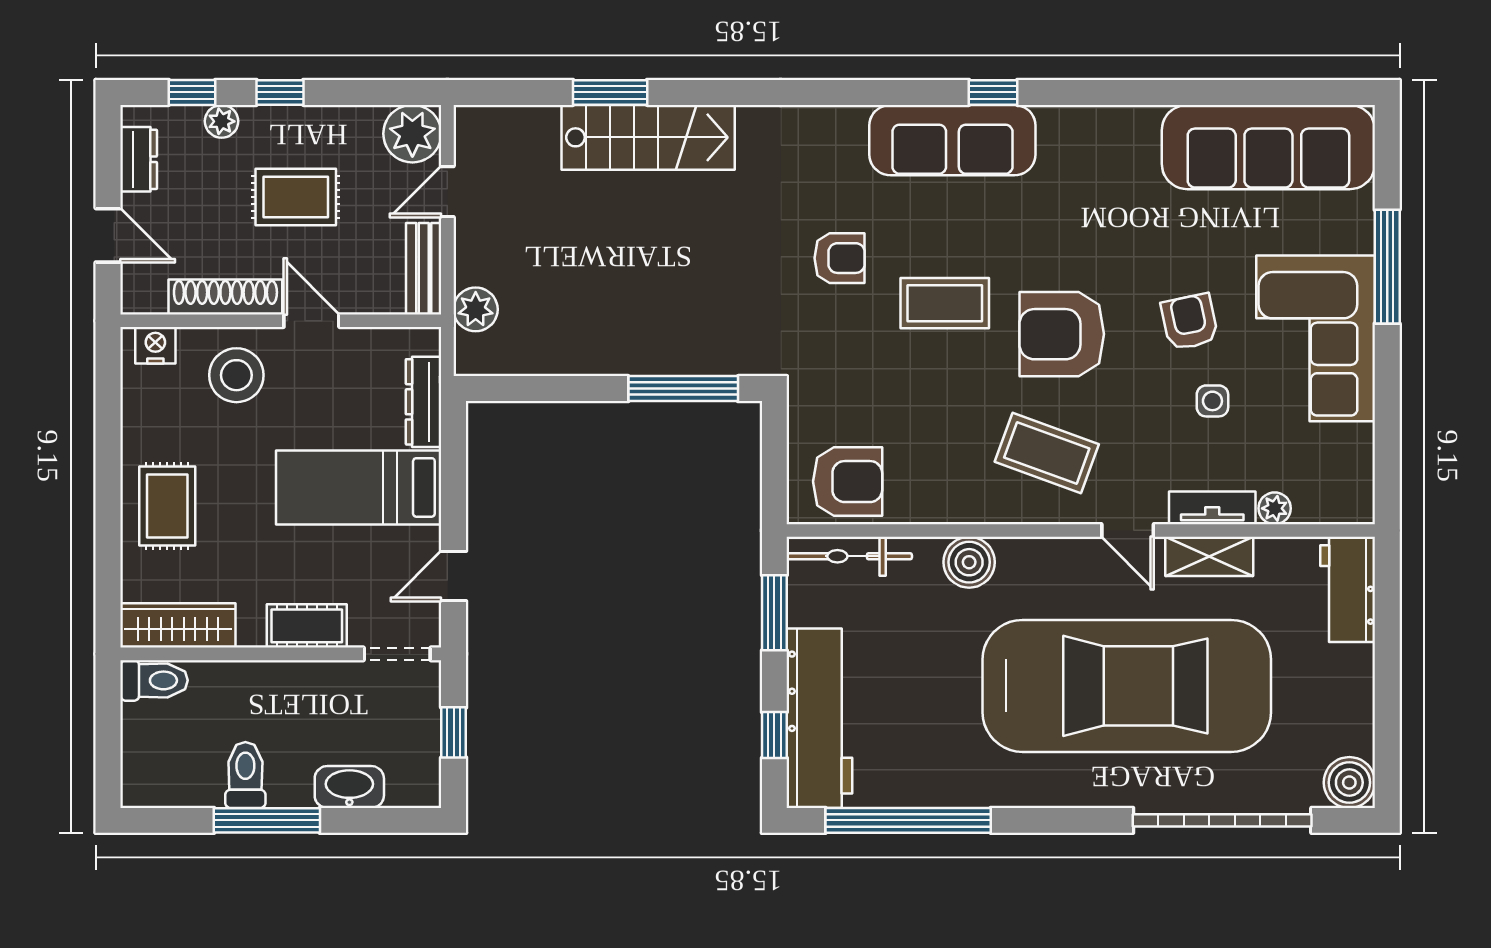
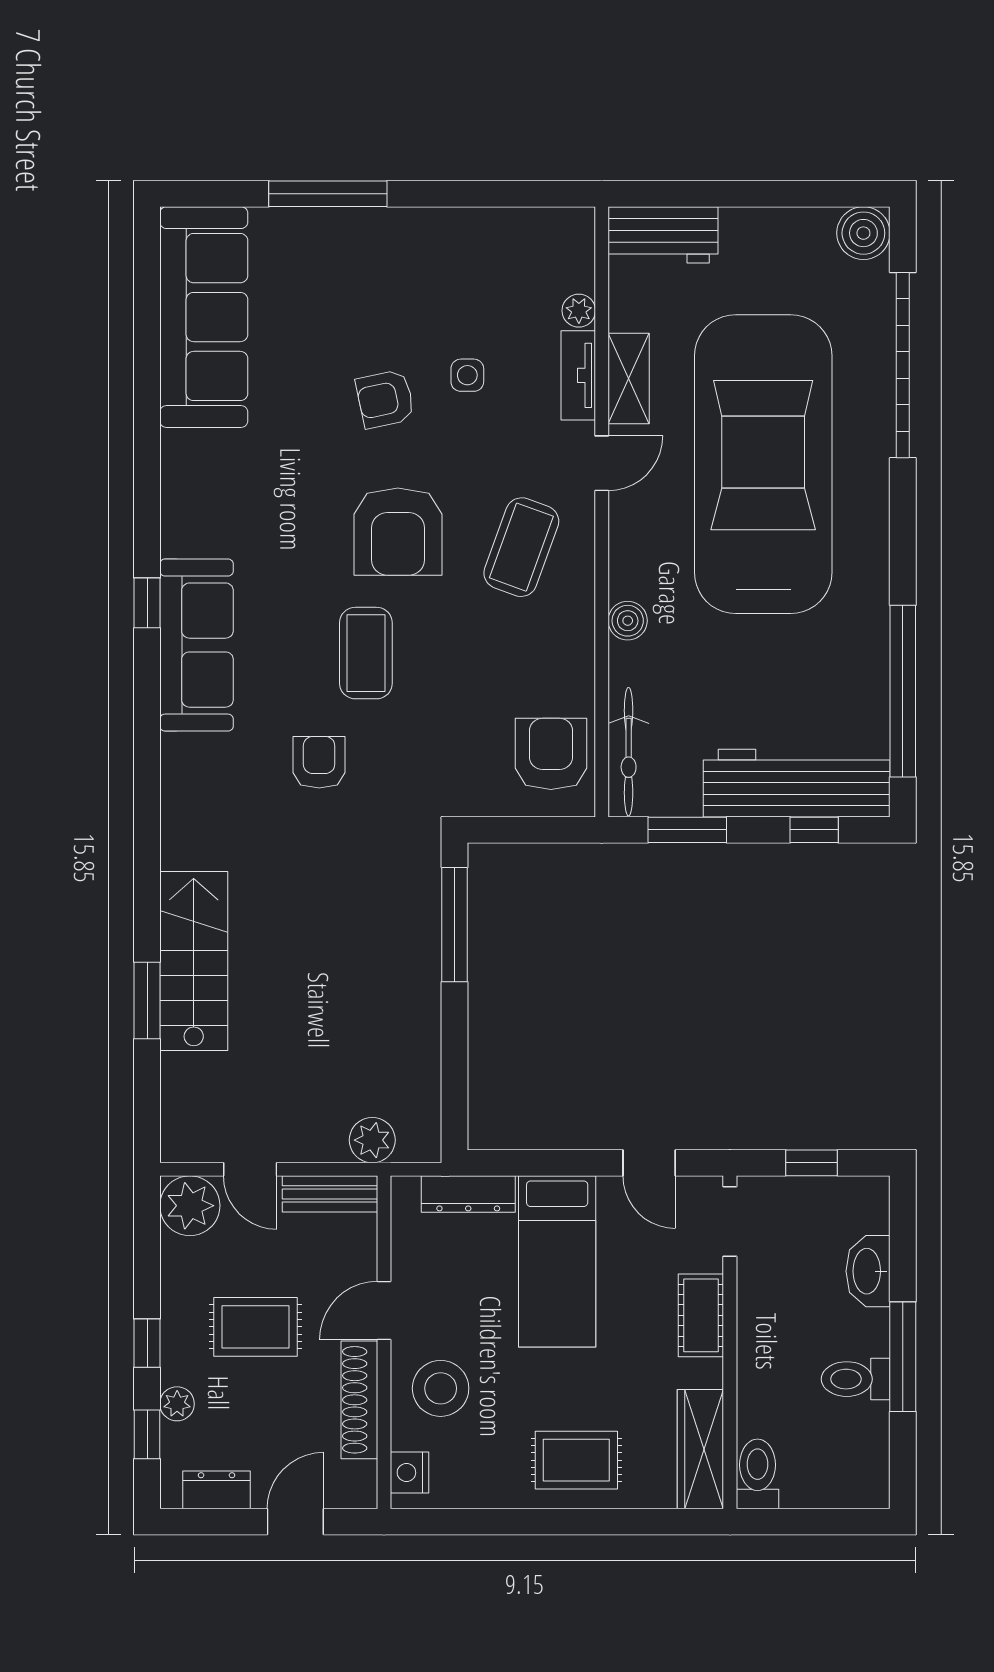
rug: (296, 197) -> (256, 1327), turned 90
corner sofa: (1316, 338) -> (402, 268), removed
boiler: (969, 562) -> (628, 621), width x0.73, depth x0.73

